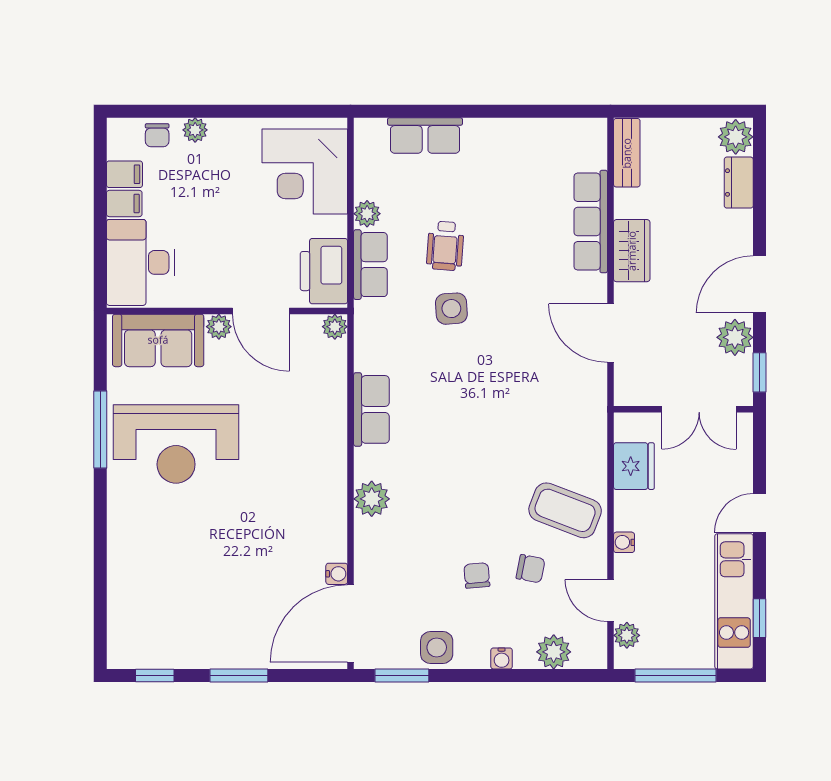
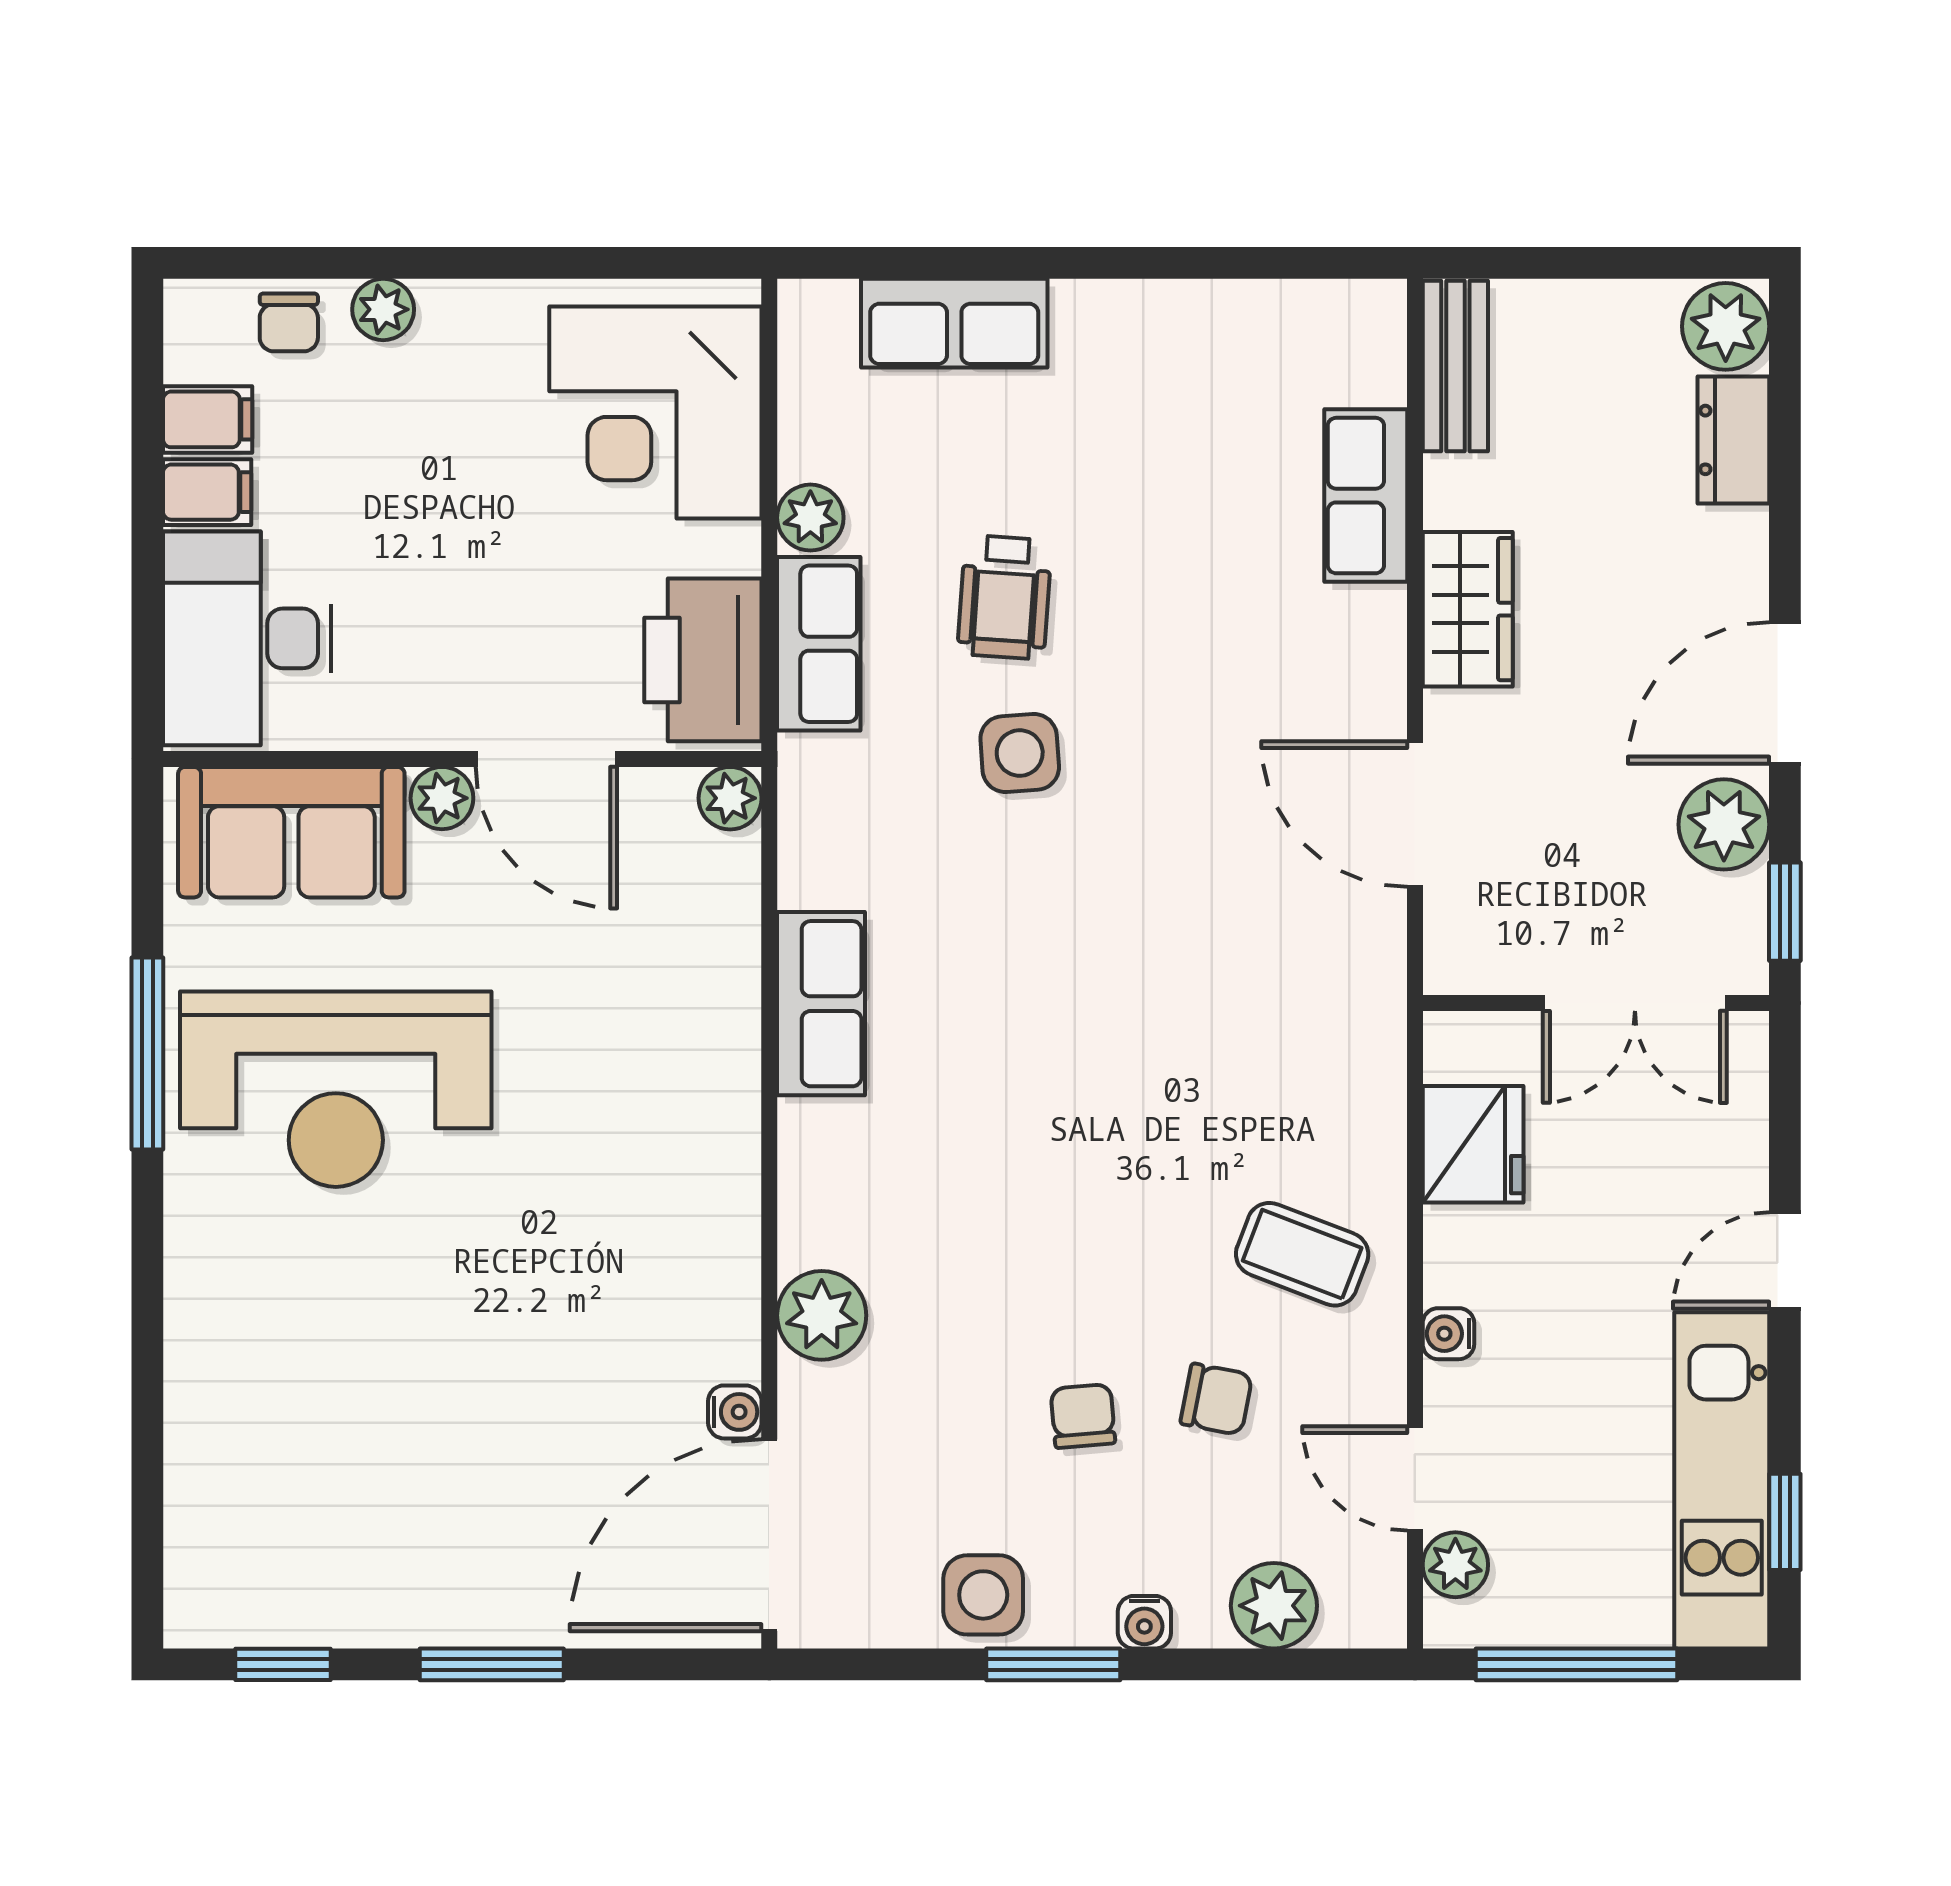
row of seats: (591, 222) -> (1366, 496), width x0.68
plant: (372, 499) -> (822, 1315), moved
coffee table: (565, 510) -> (1302, 1254), width x0.73, depth x0.77
window: (402, 675) -> (1053, 1664), moved

